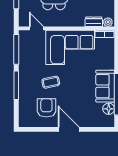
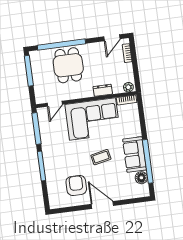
dresser: (94, 22) -> (103, 90), moved
door: (37, 28) -> (55, 104), swing flipped
coffee table: (51, 82) -> (101, 157), moved

